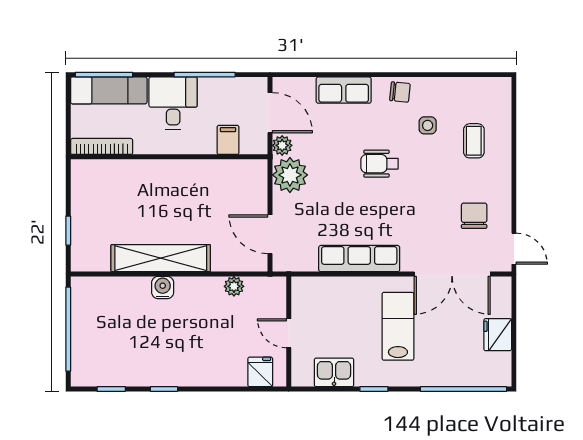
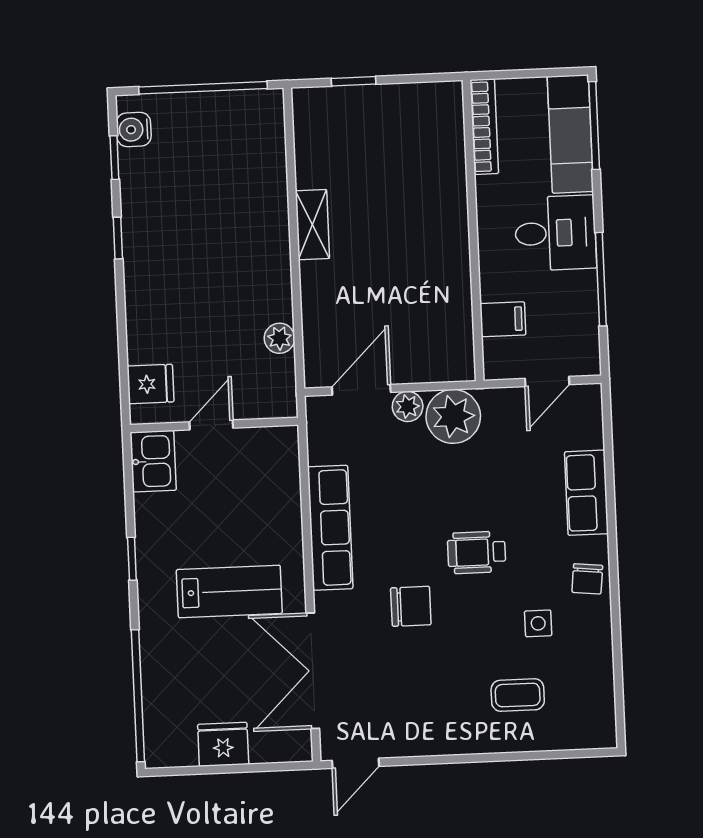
door: (270, 113) -> (547, 382), width x0.73
plant: (282, 145) -> (408, 406), moved
wheelchair: (379, 164) -> (477, 552), turned -90
chair: (474, 216) -> (411, 606), moved
shelving: (161, 258) -> (312, 225), width x0.45, depth x0.75
water cooler: (163, 287) -> (134, 130), moved, turned 180
kitchen sink: (334, 372) -> (153, 461), moved

